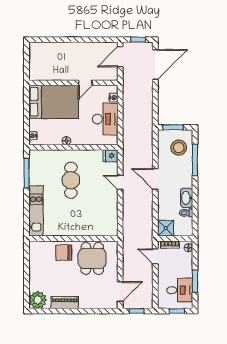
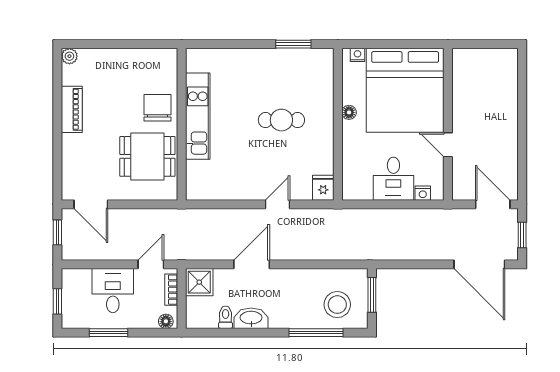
bed: (54, 102) -> (405, 90), width x1.36
desk: (105, 119) -> (393, 179), width x0.73
window: (27, 173) -> (293, 44), width x0.69
door: (155, 179) -> (252, 264), moved
cafe table: (71, 180) -> (281, 120), width x0.73, depth x0.74
kitchen unit: (36, 211) -> (198, 116), moved, turned -90
desk: (180, 290) -> (113, 291), moved, turned 180
plant: (38, 300) -> (69, 56), width x0.53, depth x0.53

